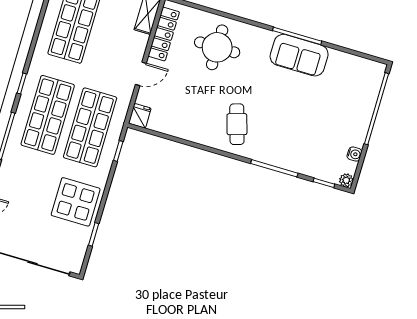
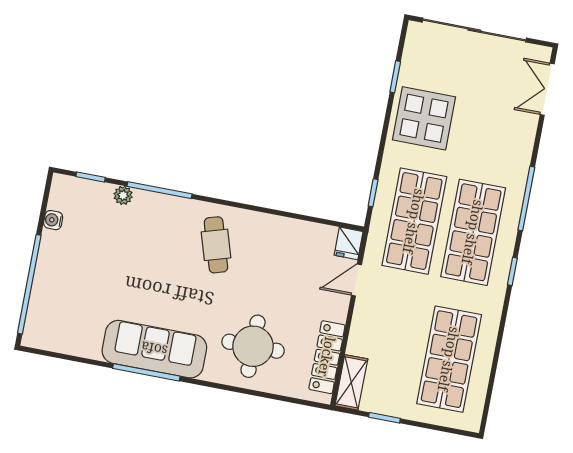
sofa: (299, 55) -> (154, 349), width x1.36
door: (141, 74) -> (356, 280), moved
plant: (346, 180) -> (123, 195), moved

